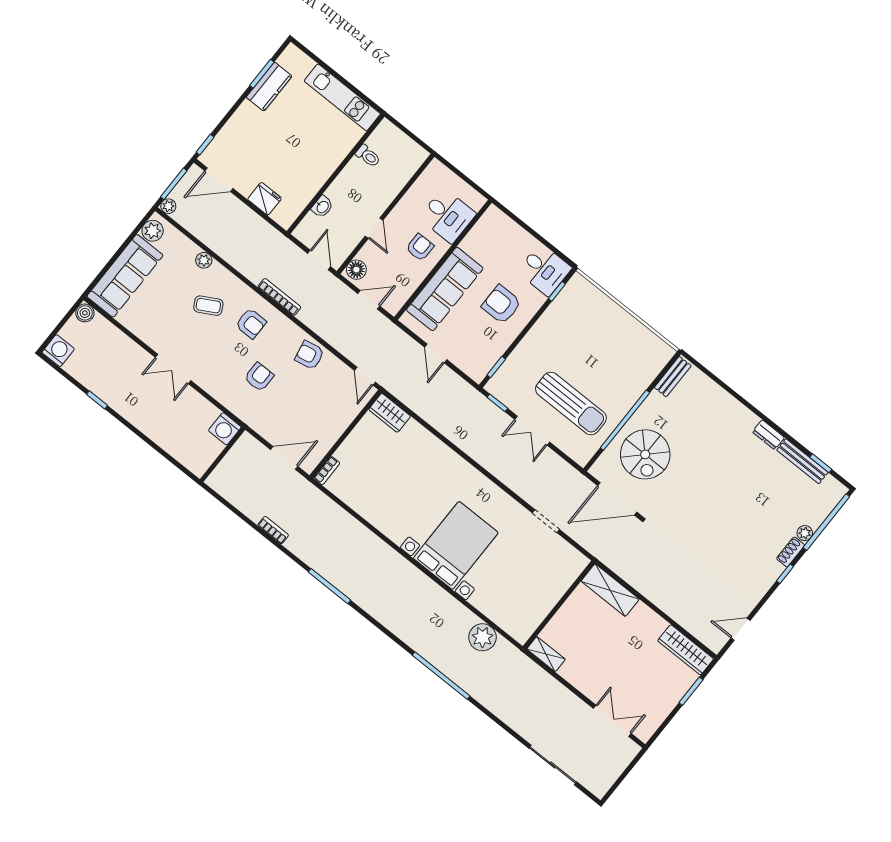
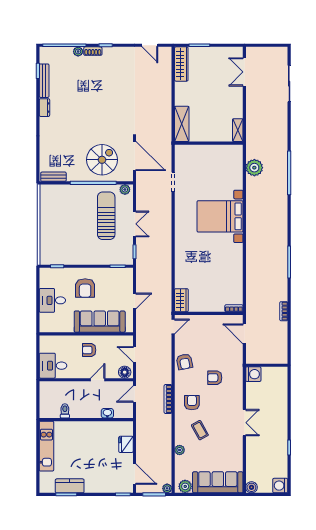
desk: (447, 216) -> (53, 366), moved, turned -90
desk: (544, 270) -> (52, 300), moved, turned -90
plant: (585, 453) -> (125, 189), added

